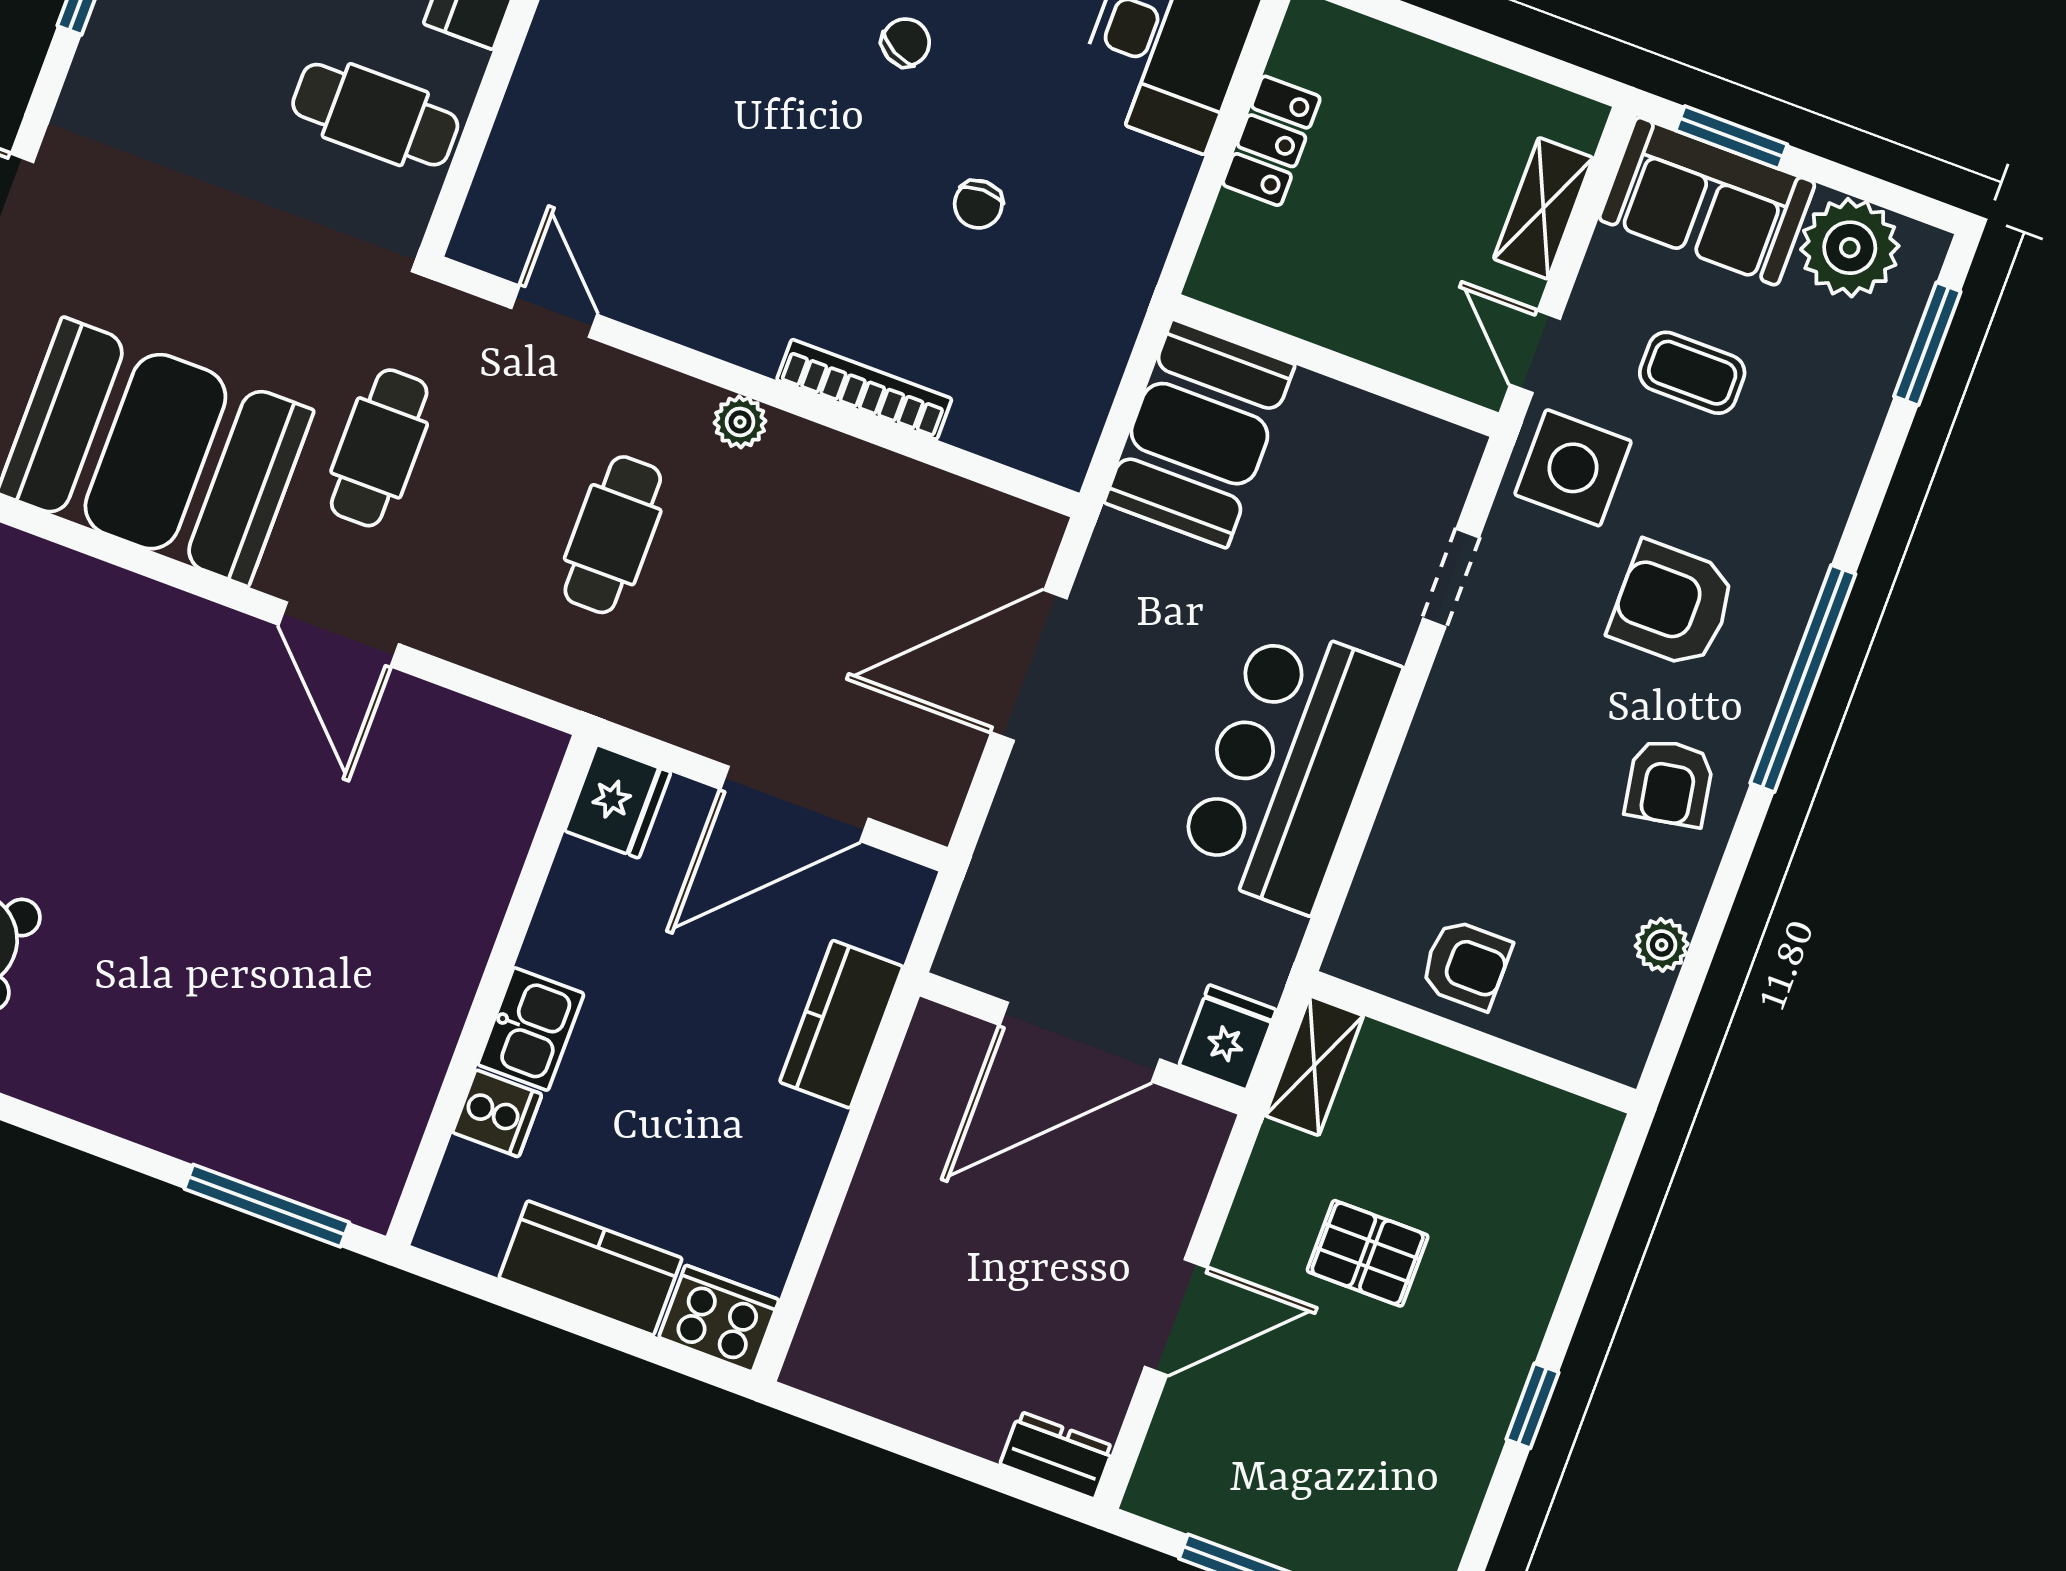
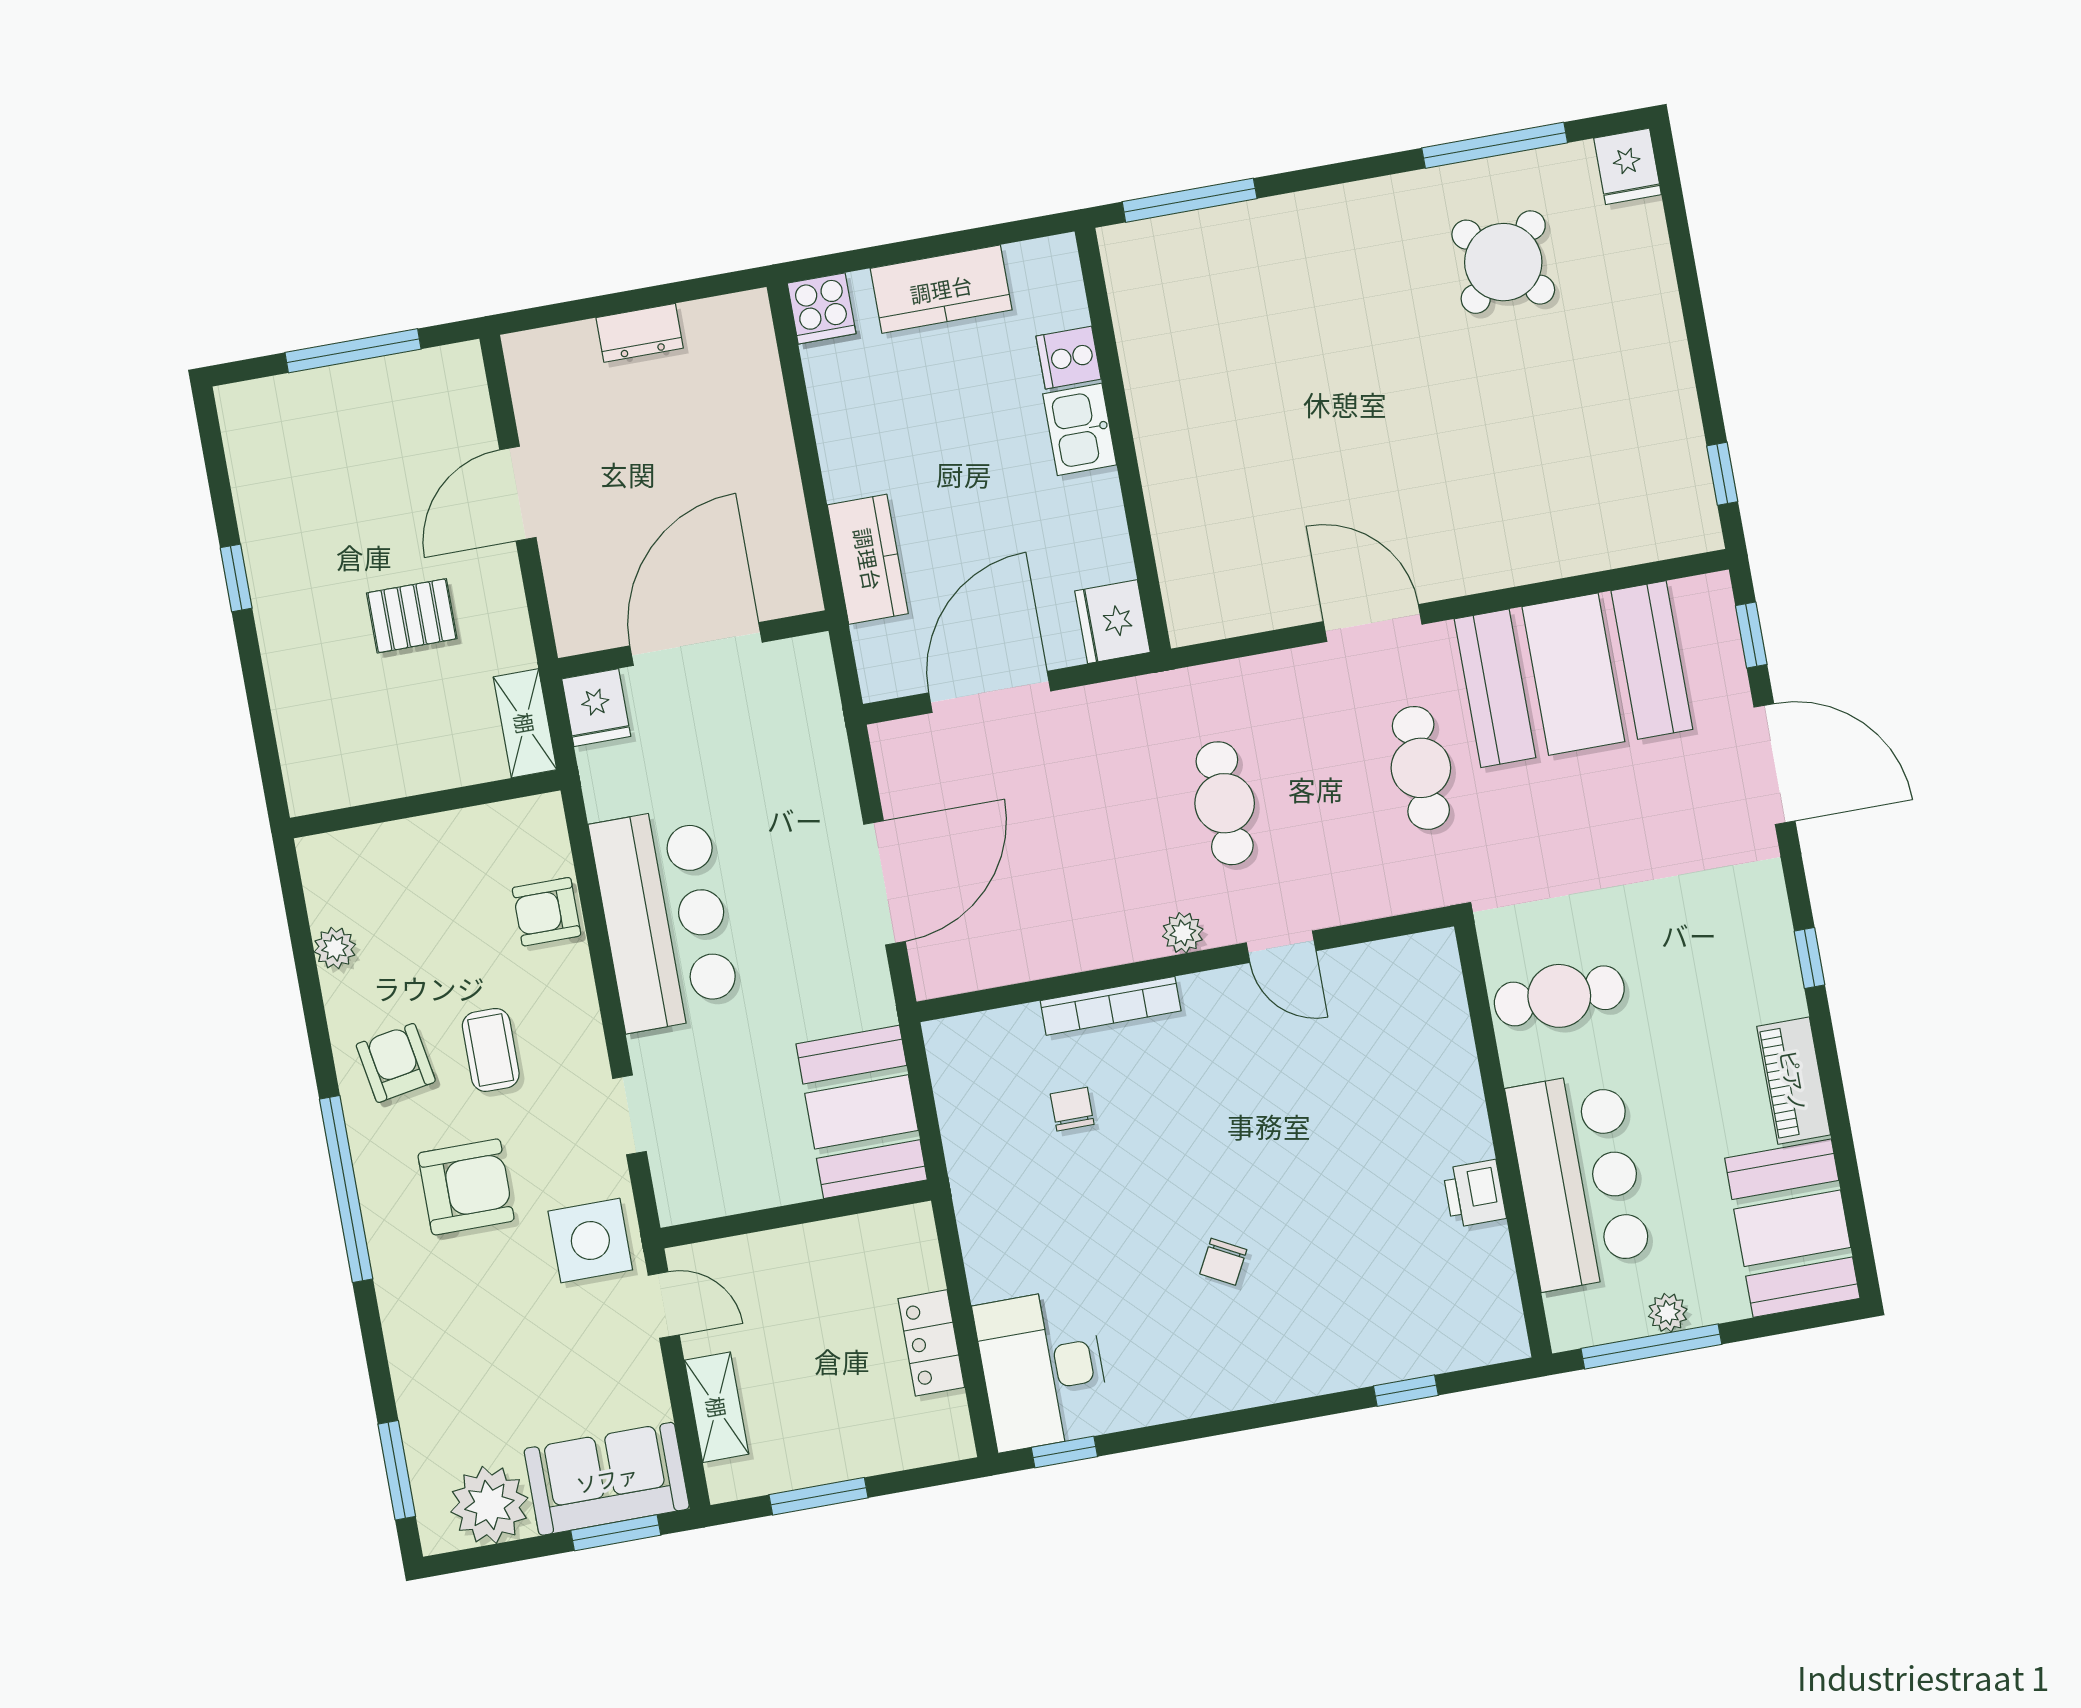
window: (1490, 48) -> (819, 1496), added
chair: (978, 204) -> (1072, 1109), moved
door: (554, 311) -> (1281, 947), moved
coffee table: (1692, 373) -> (491, 1050), moved, turned 90
armchair: (1466, 965) -> (547, 912), moved
cooker: (719, 1319) -> (822, 308), width x0.73
dresser: (1057, 1455) -> (640, 333), moved

